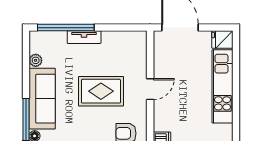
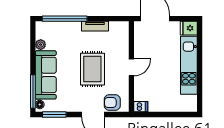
tv unit: (84, 37) -> (95, 26), moved
rug: (101, 91) -> (92, 69), turned 90

